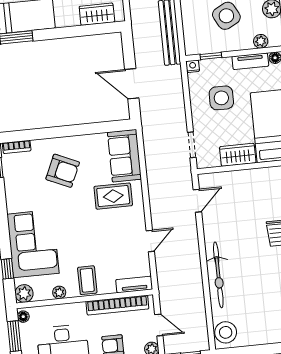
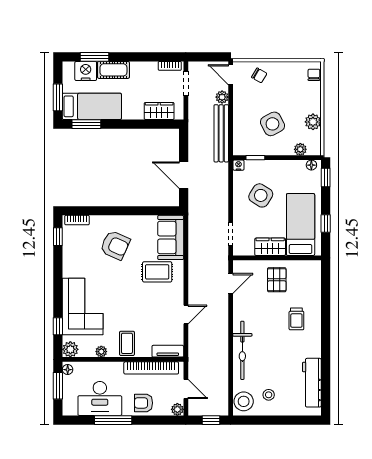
tv unit: (250, 61) -> (289, 166), removed
side table: (221, 98) -> (261, 195), turned 32
pallet: (249, 191) -> (277, 280), added
stool: (253, 322) -> (269, 395), added

